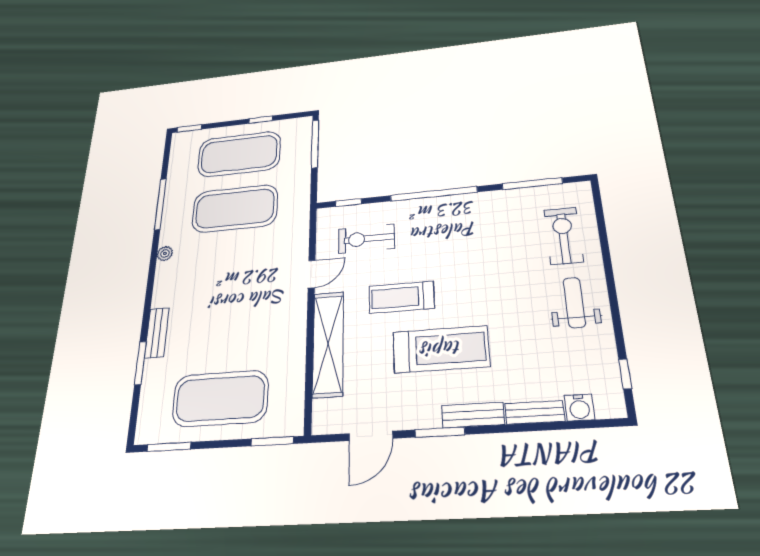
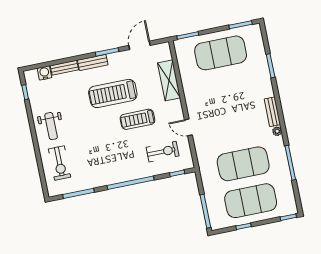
door: (312, 274) -> (188, 127), hinge flipped
treadmill: (401, 297) -> (137, 119), turned 180
bench: (157, 333) -> (272, 112), moved
shelving: (328, 344) -> (169, 80), width x0.68

